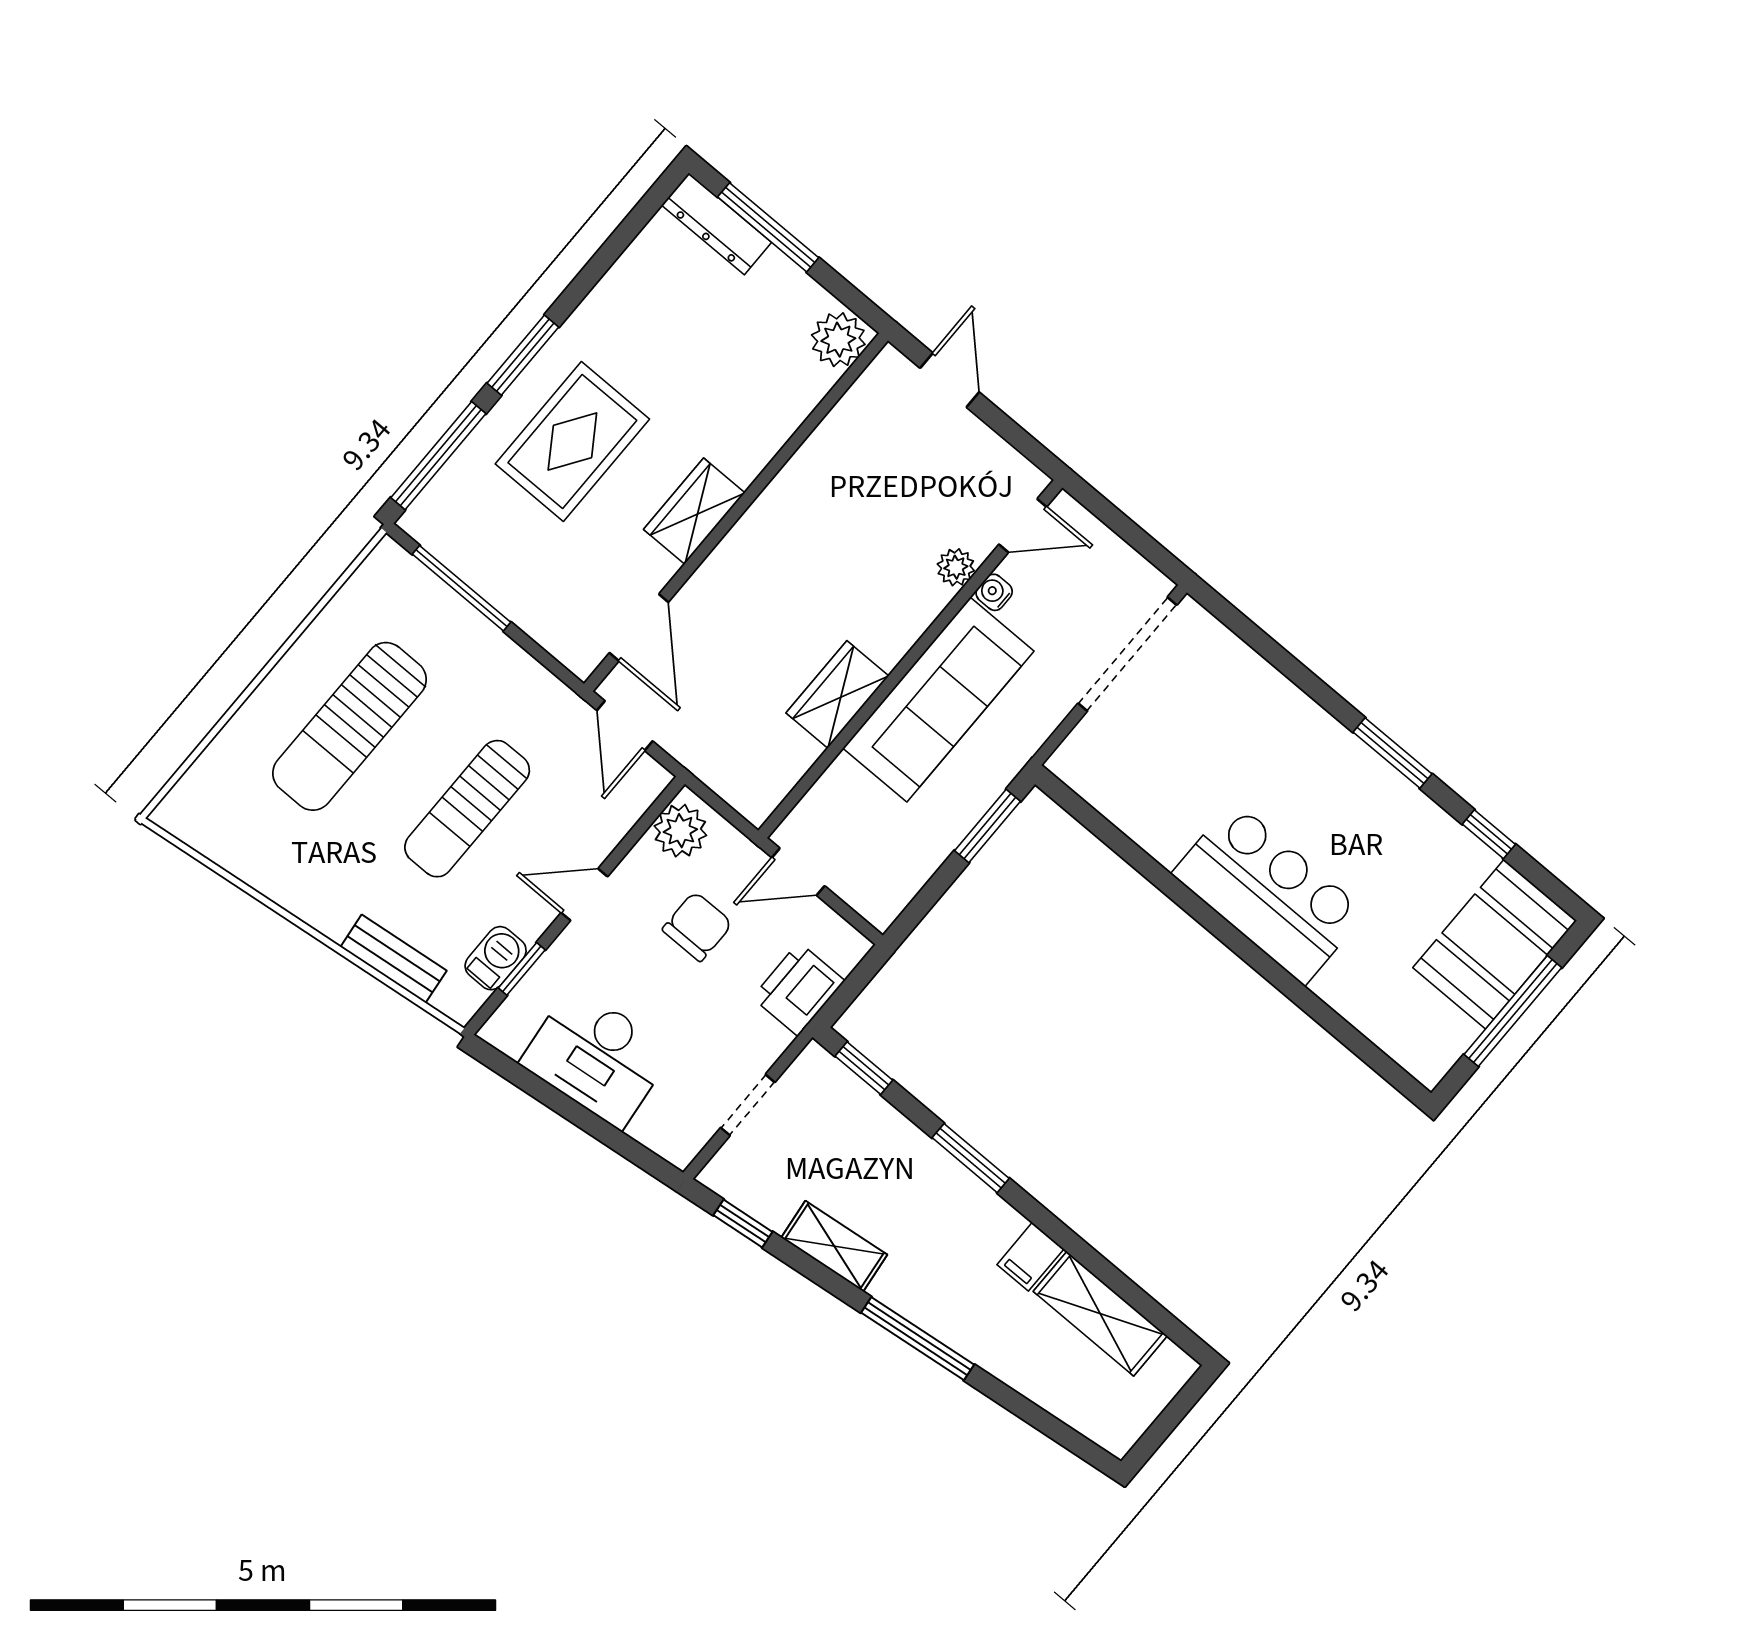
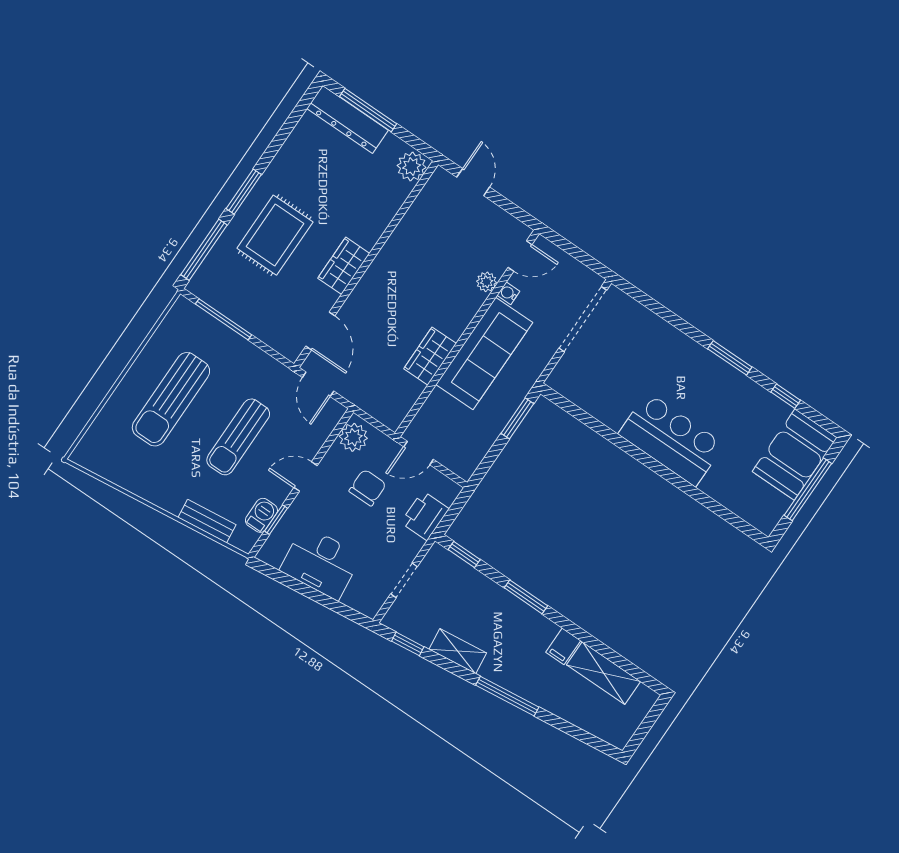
dresser: (717, 224) -> (348, 119), width x1.37, depth x1.24

